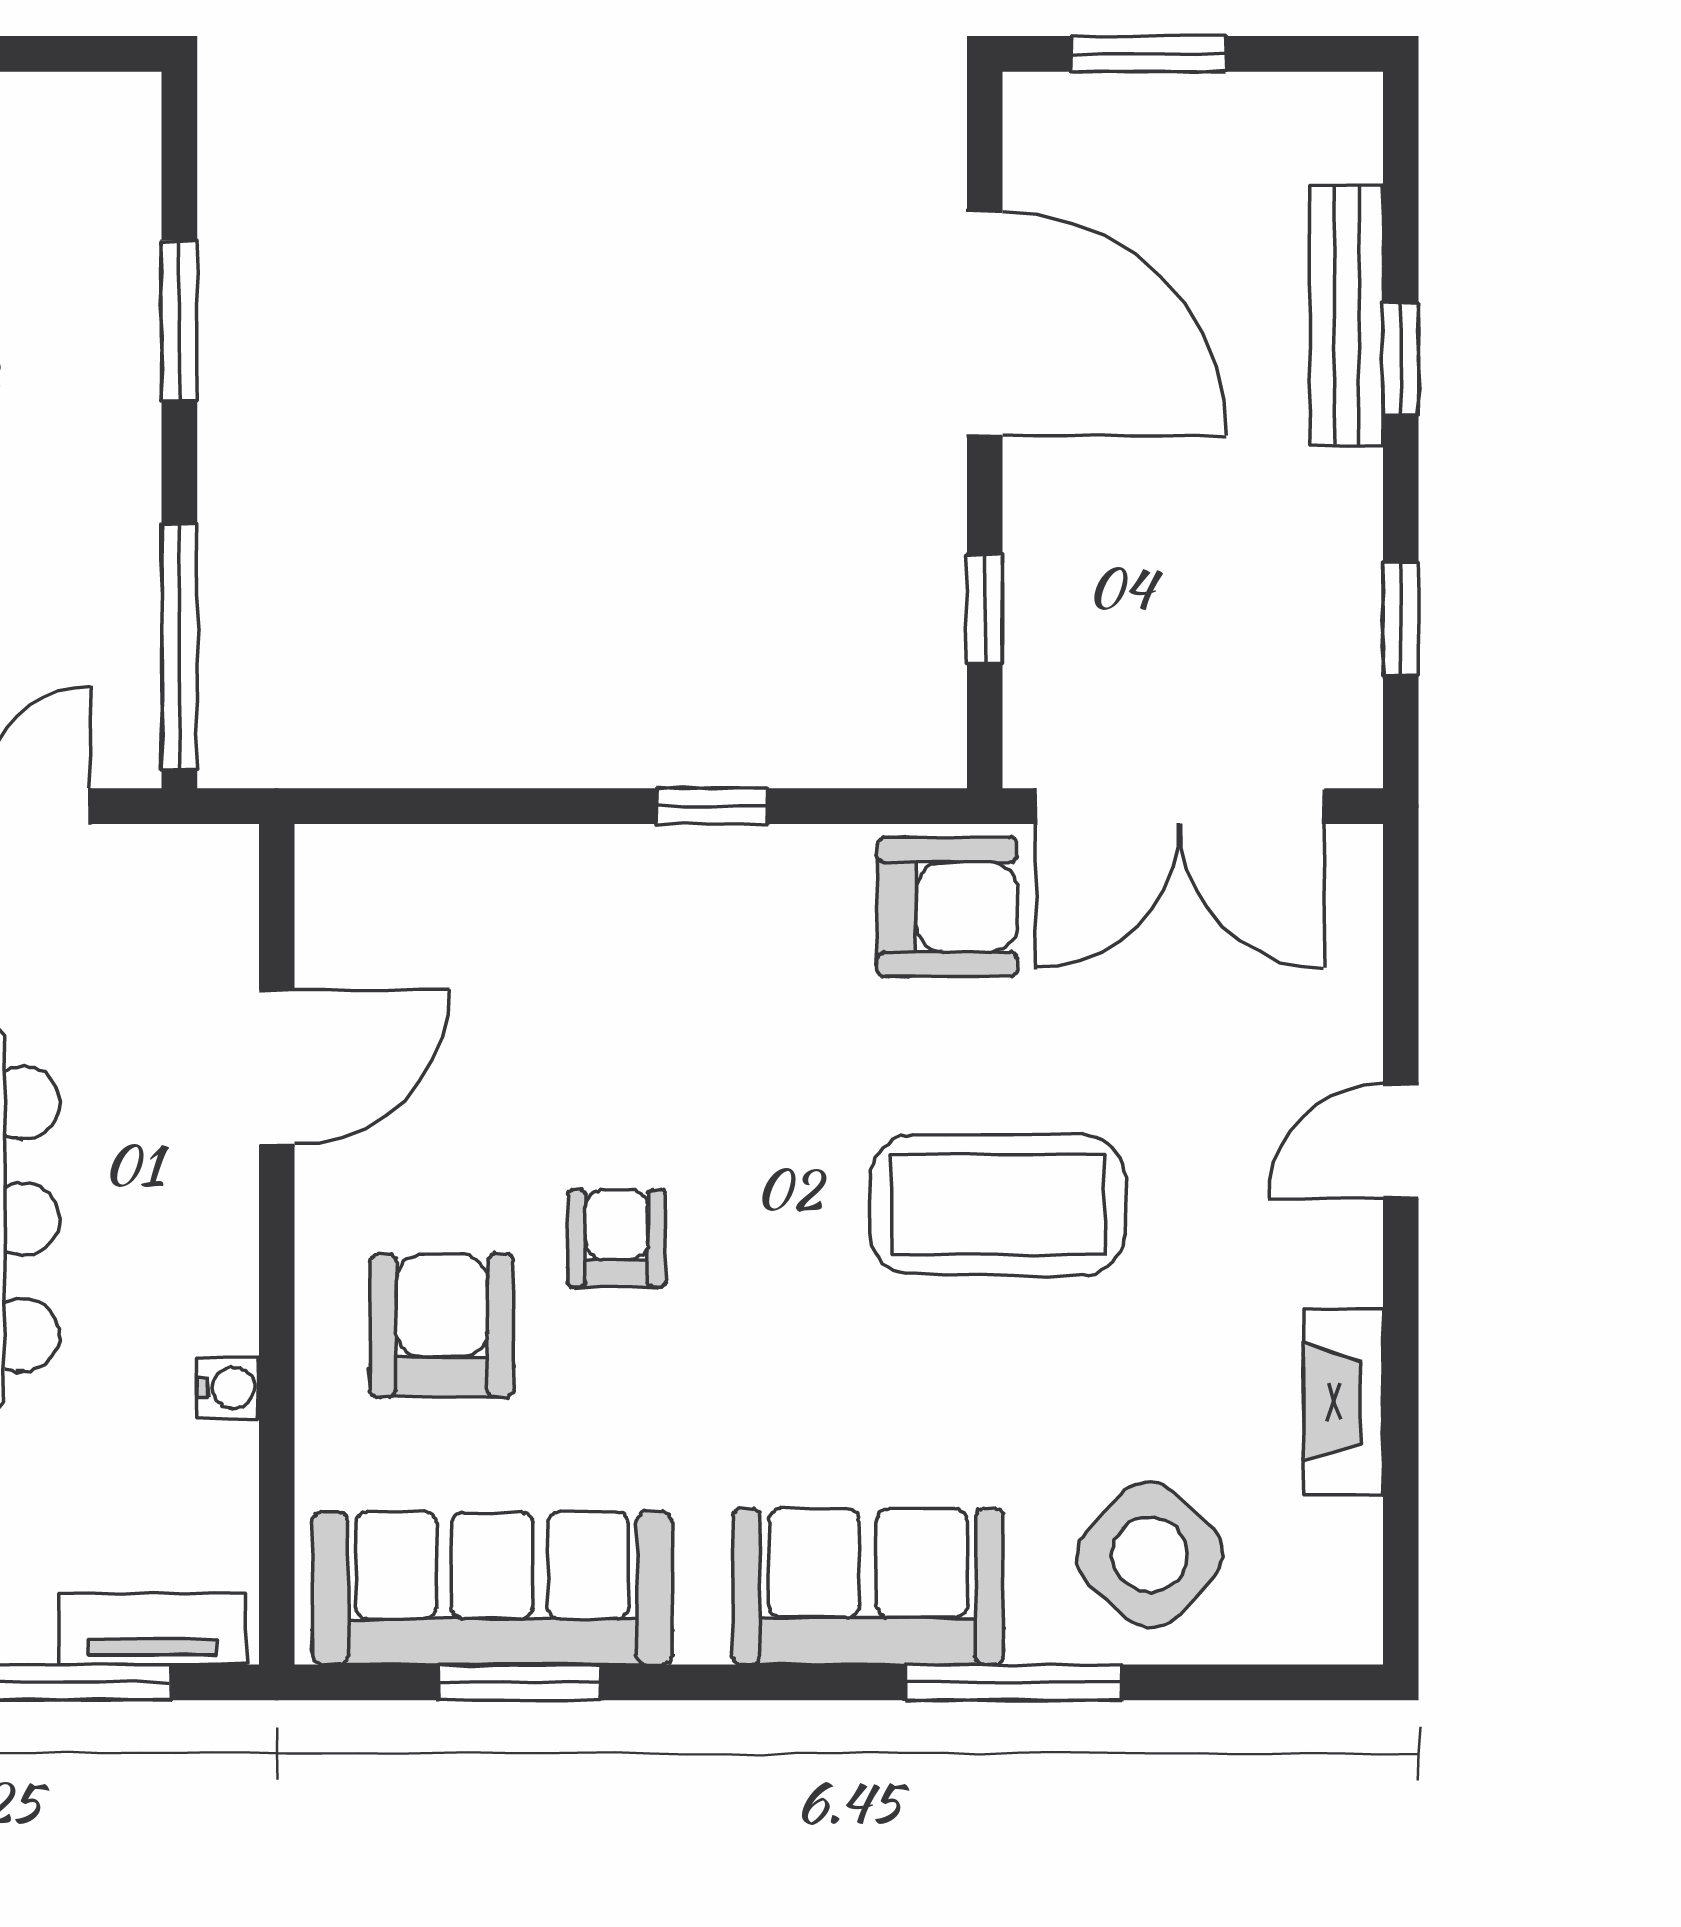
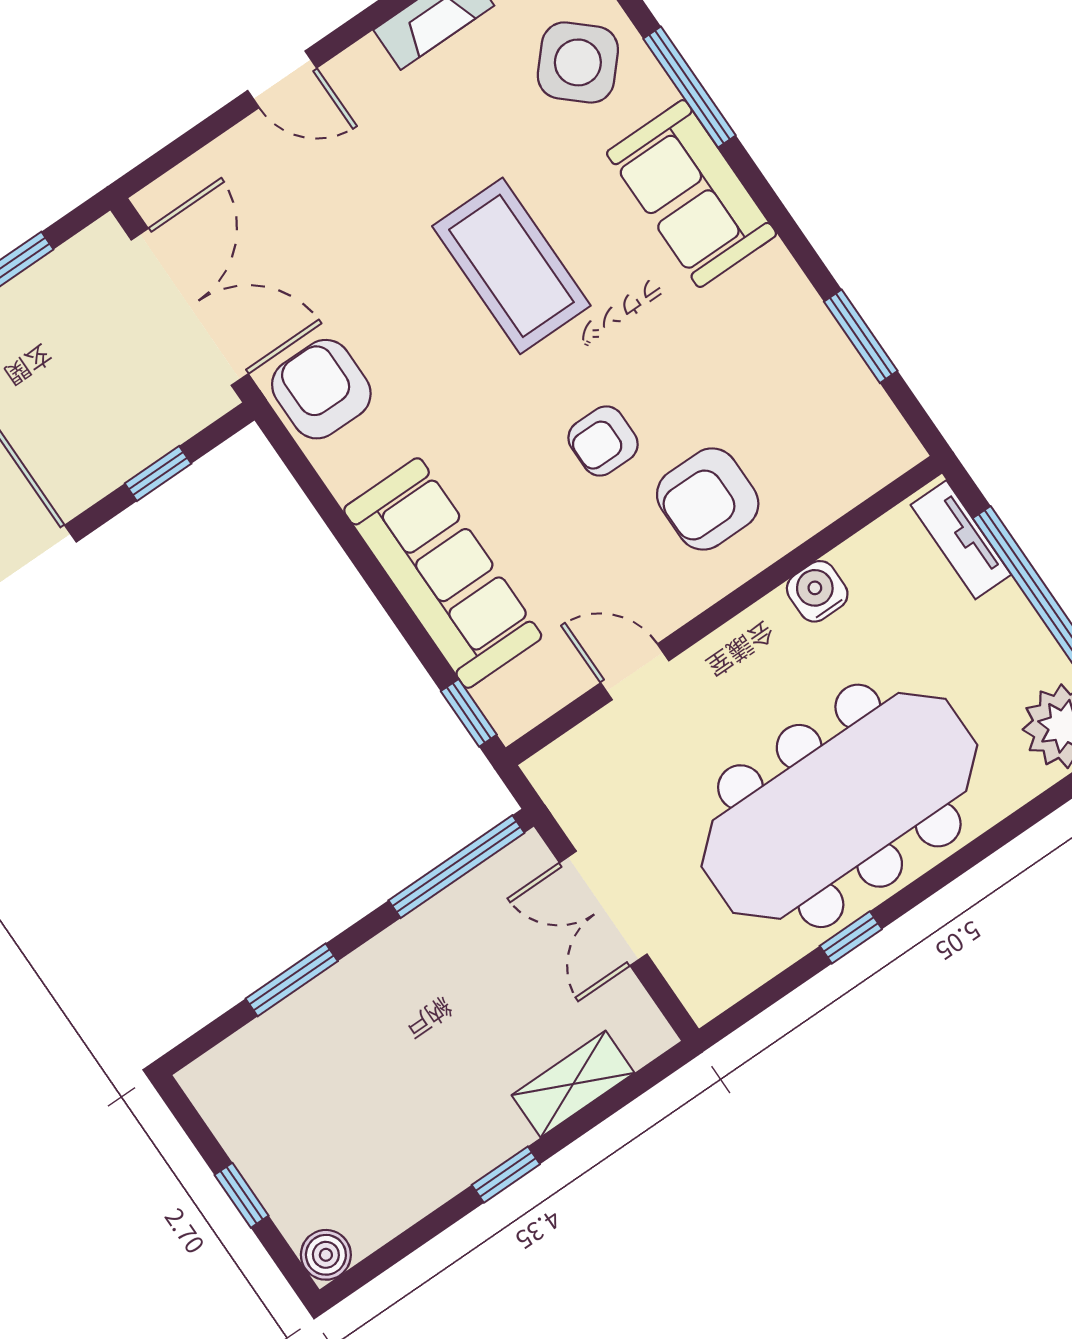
window: (712, 806) -> (469, 713), moved
door: (277, 1067) -> (635, 672), width x0.73
coffee table: (998, 1205) -> (511, 266), moved
water cooler: (228, 1388) -> (817, 591), width x1.38, depth x1.38
sofa: (492, 1588) -> (443, 573), moved, turned 180

